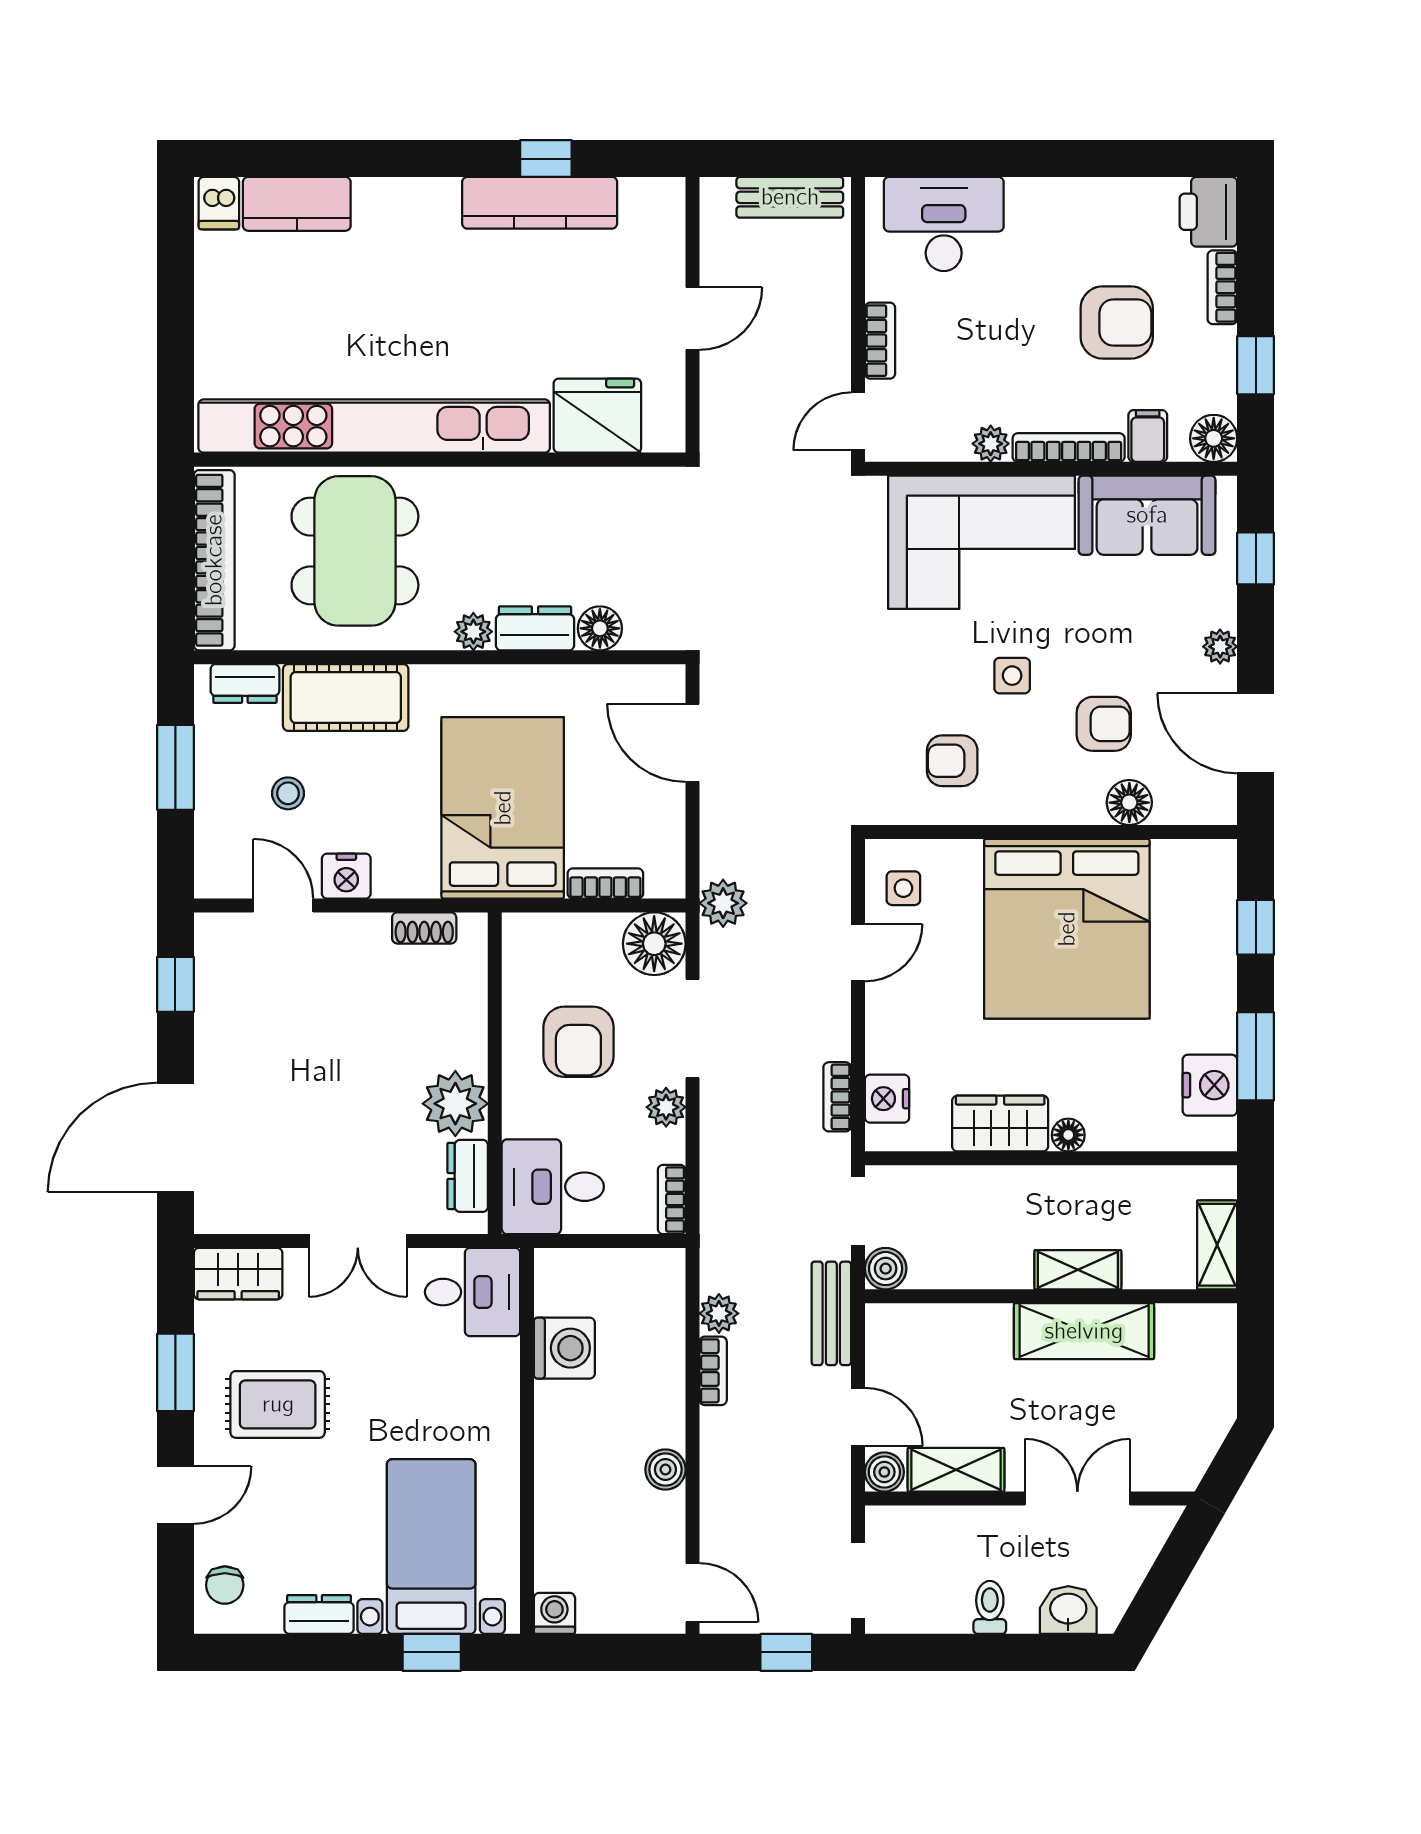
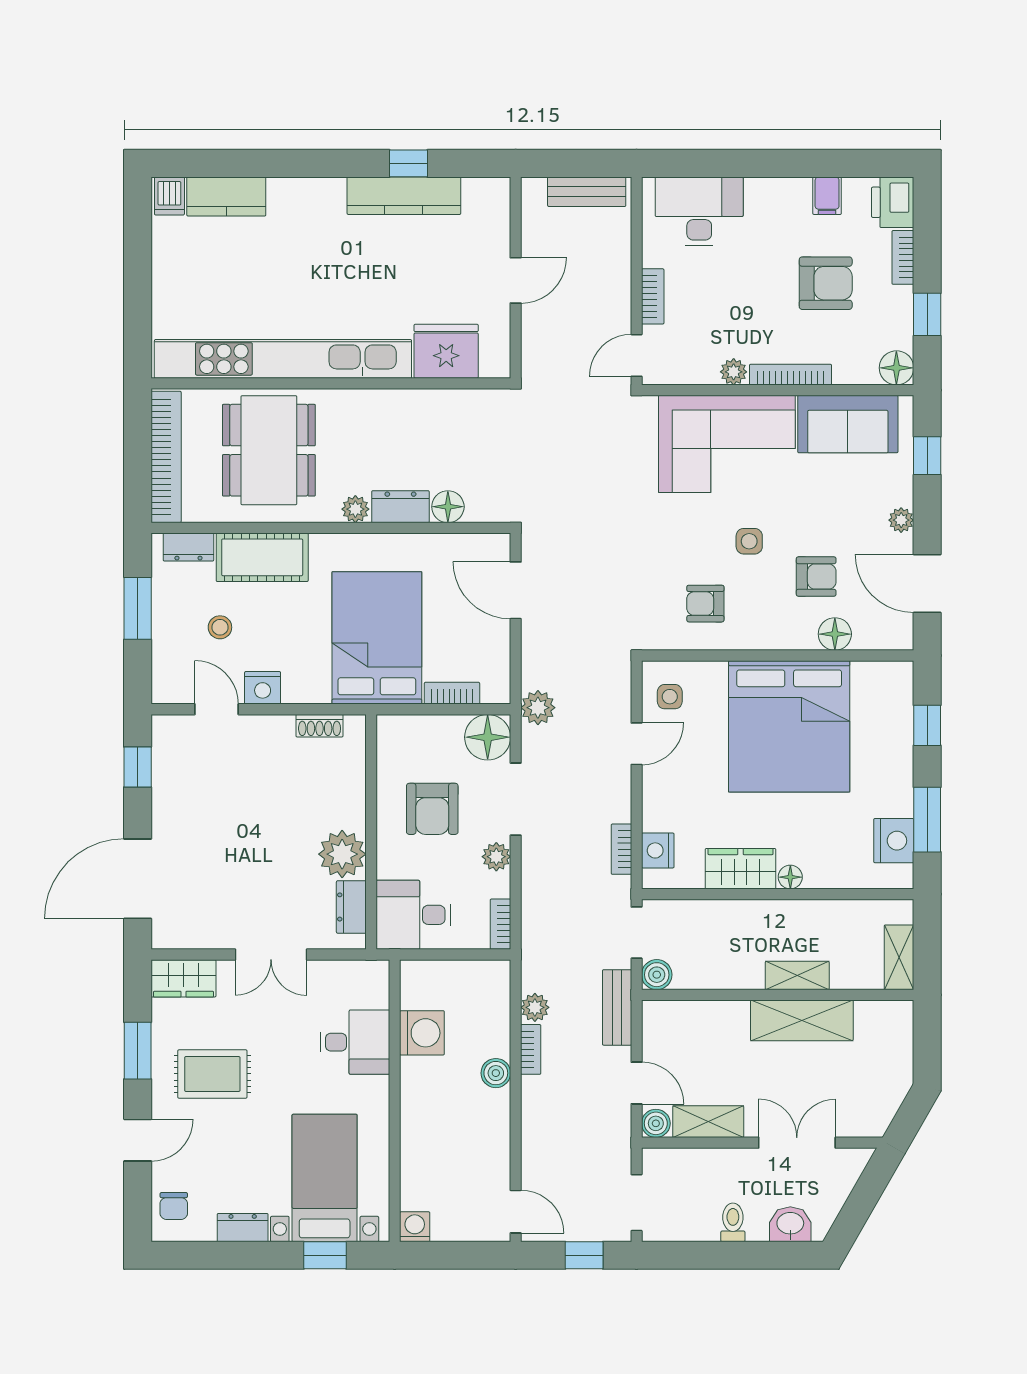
filing cabinet: (1148, 436) -> (827, 196), moved, turned 180
desk: (473, 1292) -> (355, 1042), moved
boiler: (665, 1470) -> (496, 1073), moved

